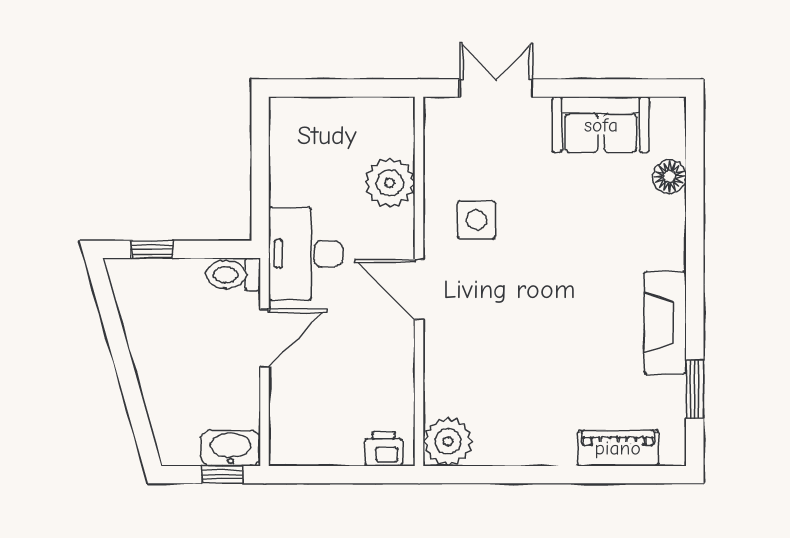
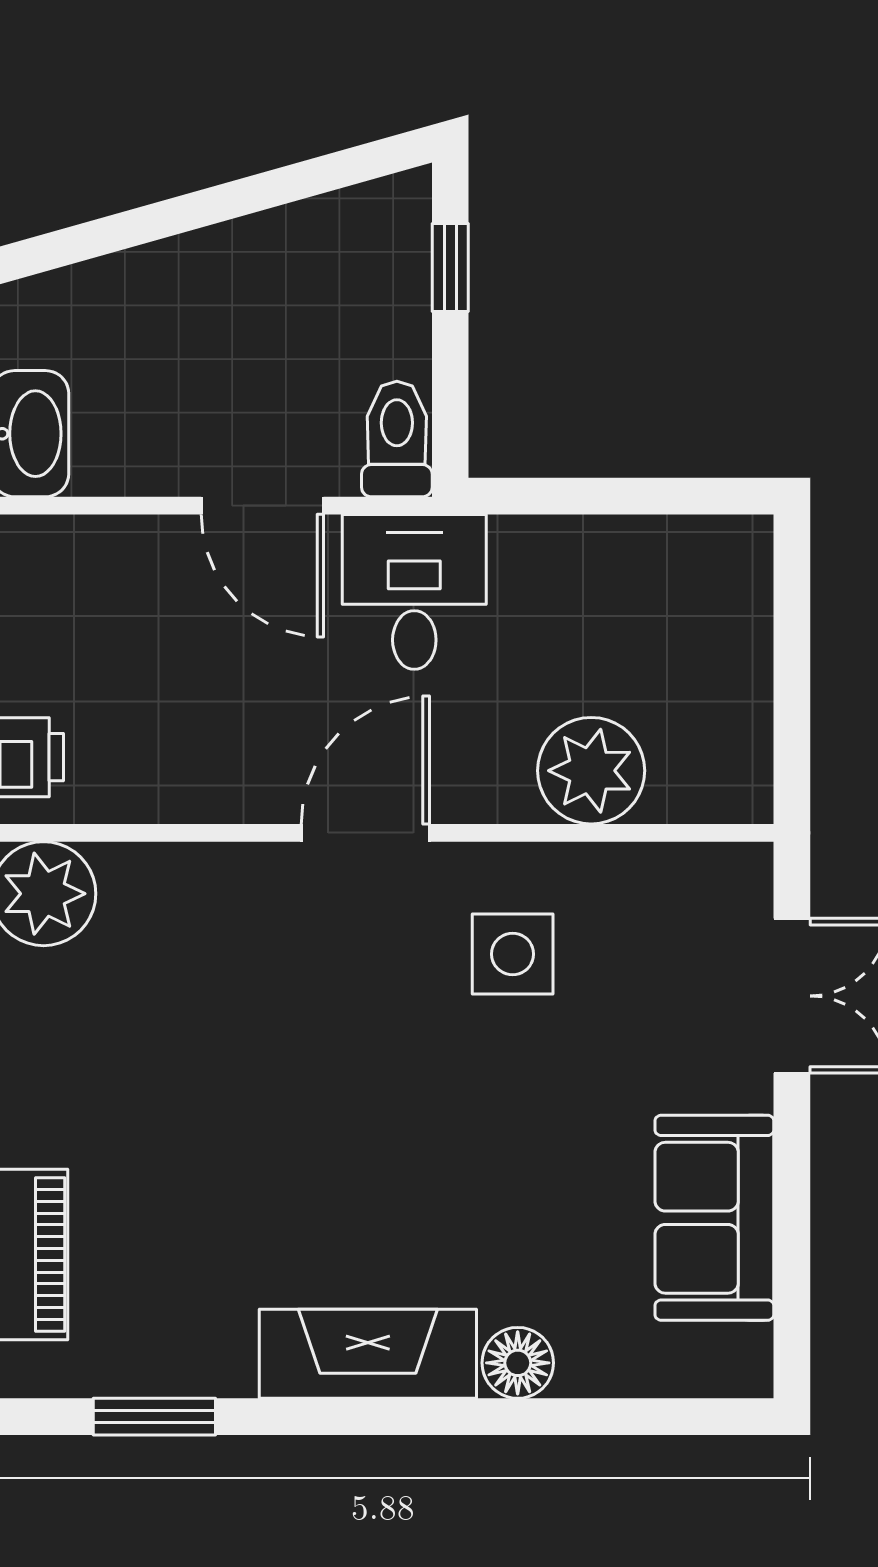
floor lamp: (669, 177) -> (518, 1363), moved
desk: (305, 254) -> (414, 592), width x0.73
fireplace: (665, 323) -> (368, 1354), moved

